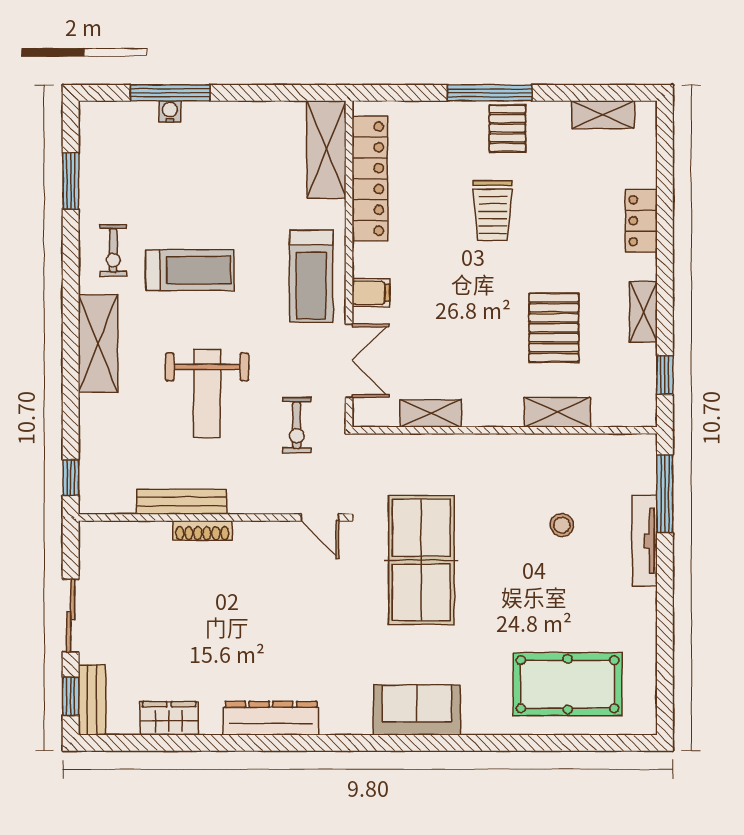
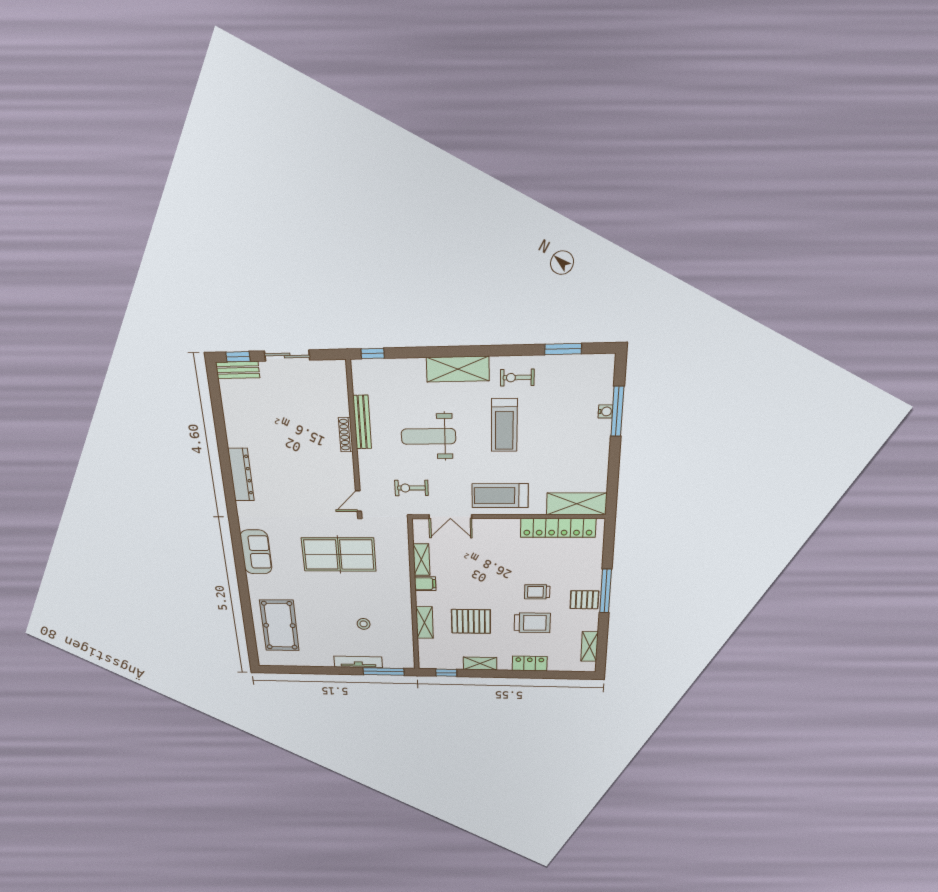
trolley: (493, 211) -> (537, 592), width x0.73, depth x0.72
trolley: (555, 218) -> (532, 623), added
filing cabinet: (371, 293) -> (425, 584), moved, turned -90
wardrobe: (169, 718) -> (233, 417), removed

